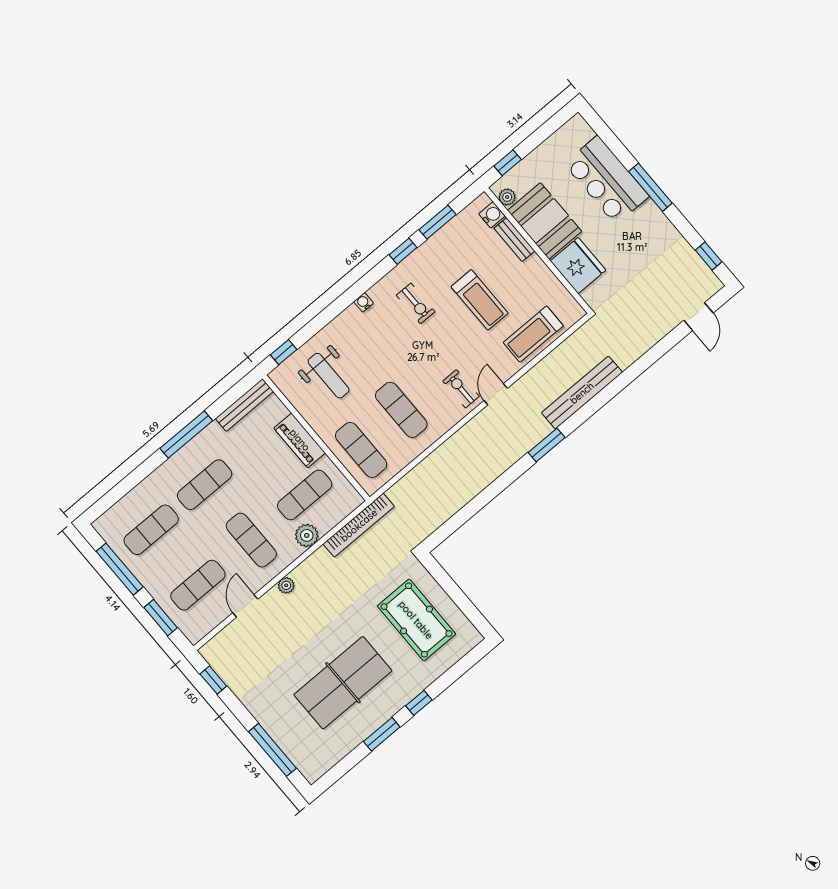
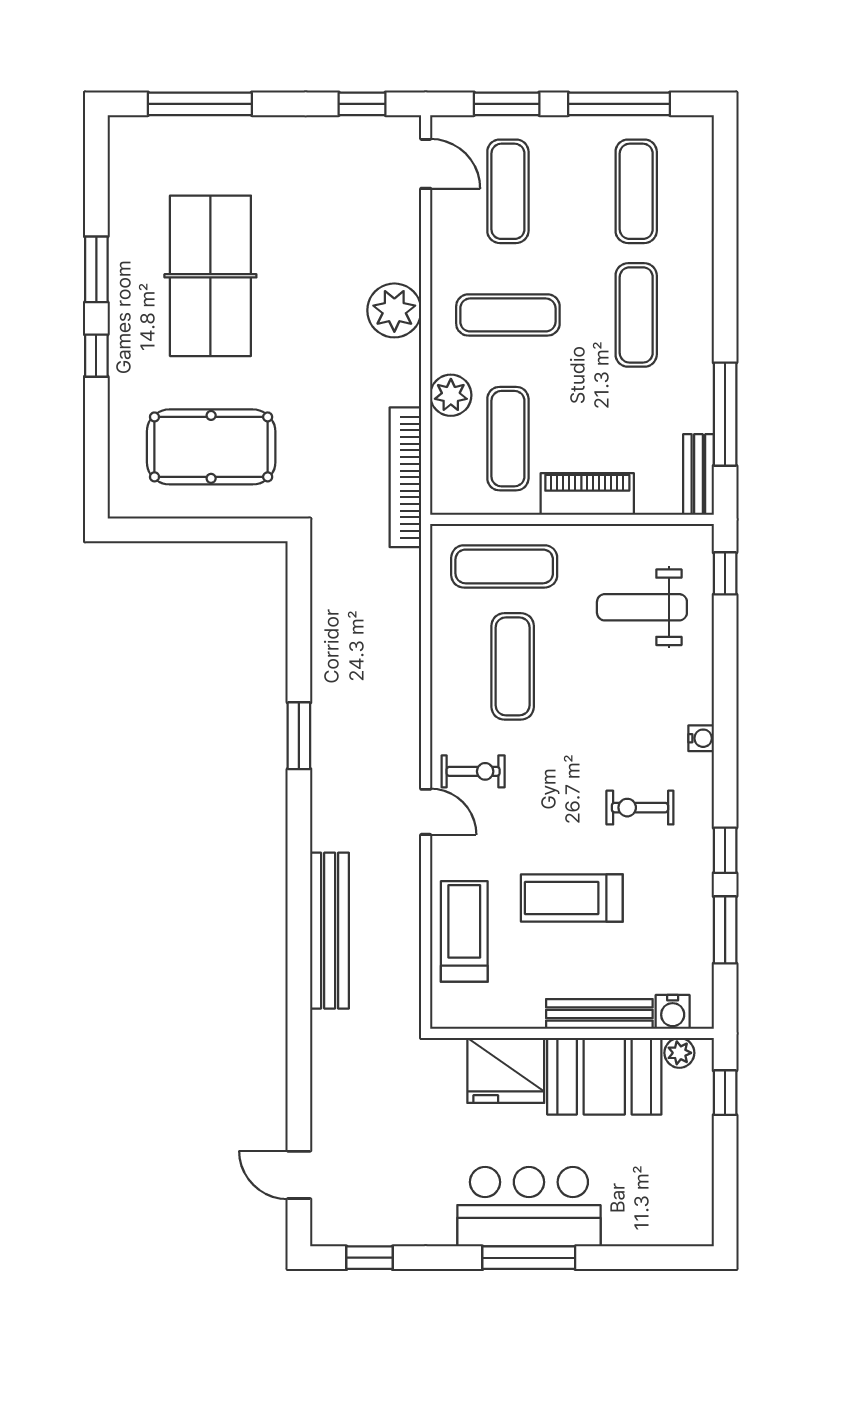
bar counter: (607, 180) -> (529, 1207), moved
bench: (514, 240) -> (599, 1014), width x1.36
bench: (244, 405) -> (698, 475), width x0.73
exercise mat: (401, 410) -> (513, 666), turned 90
window: (186, 434) -> (725, 414), moved
window: (547, 445) -> (299, 736), moved
plant: (286, 585) -> (394, 310), width x1.88, depth x1.88
door: (245, 606) -> (426, 164), moved

